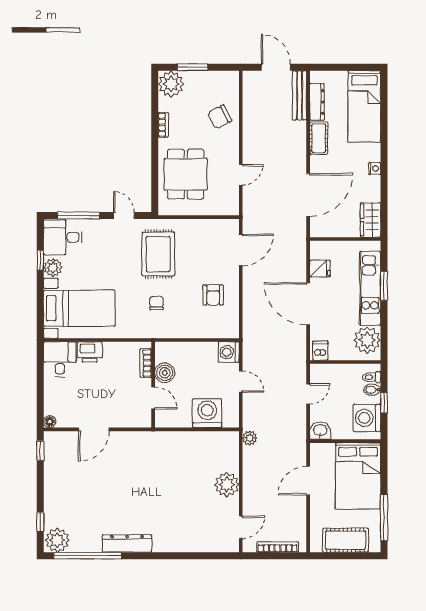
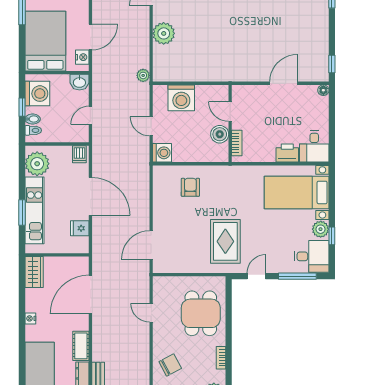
door: (241, 175) -> (151, 313), hinge flipped
door: (124, 215) -> (256, 276), swing flipped
armchair: (213, 295) -> (190, 187), moved
chair: (156, 303) -> (227, 197), removed
nightstand: (317, 458) -> (82, 57), added

